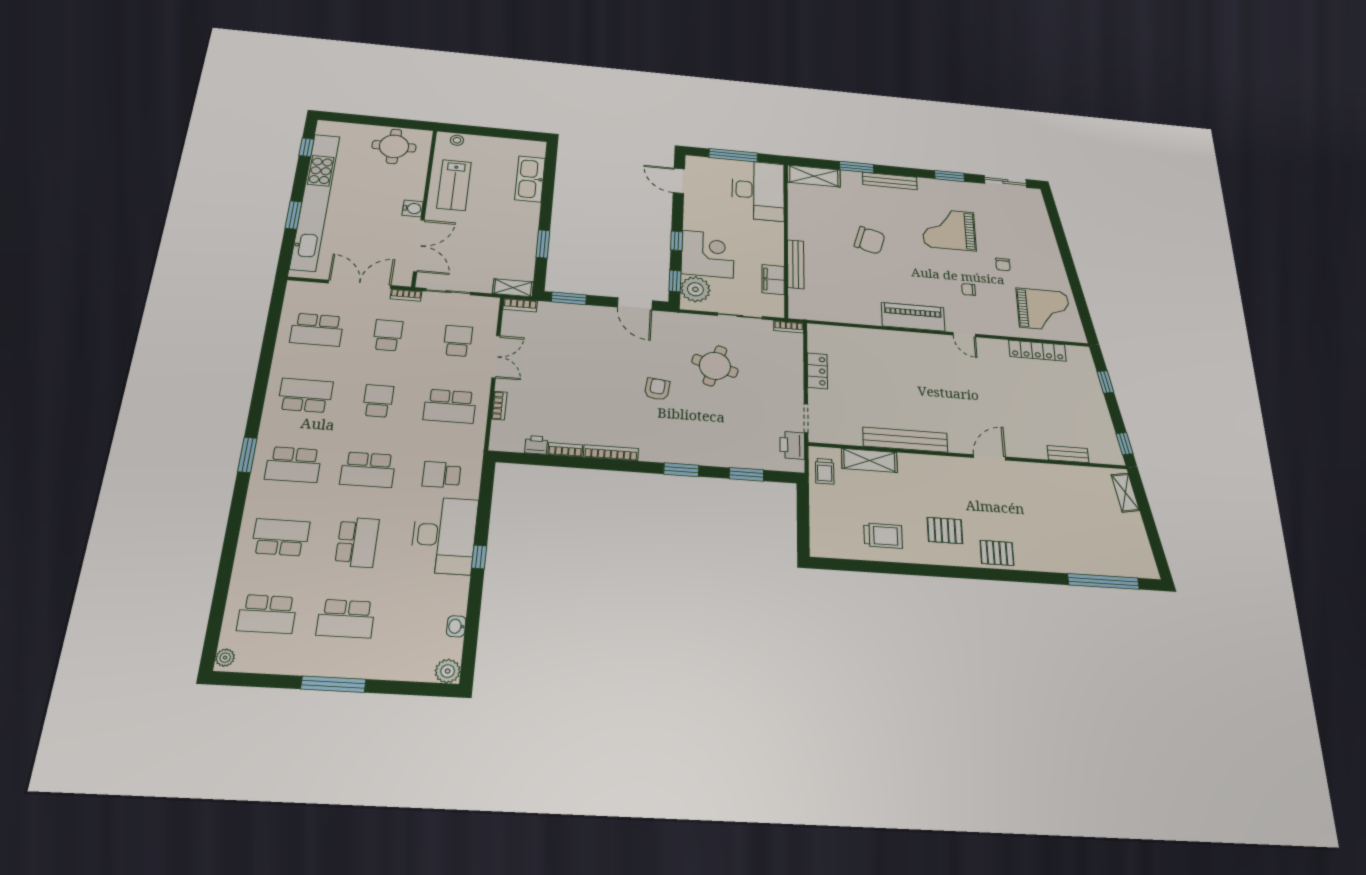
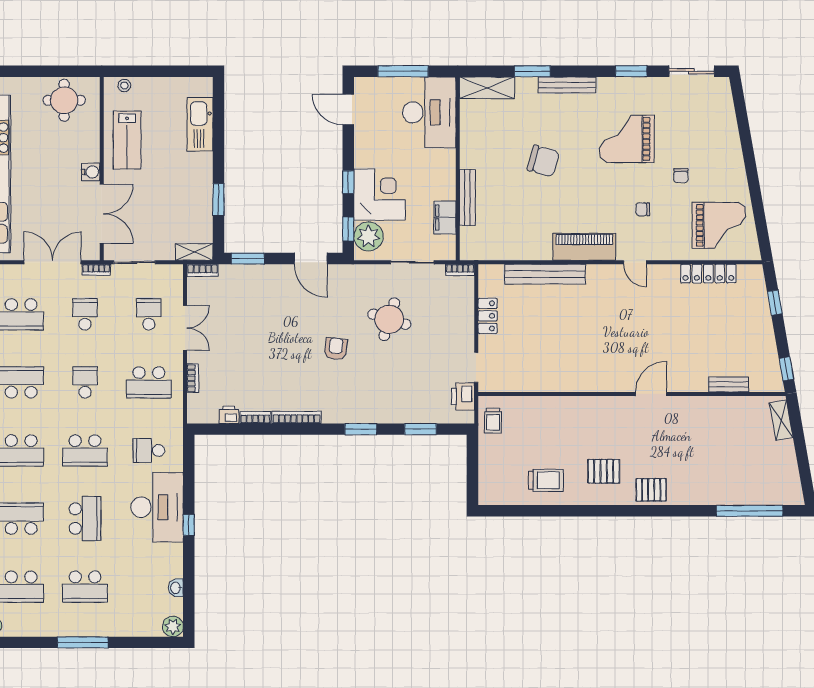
bench: (905, 440) -> (545, 274), moved
shelving: (869, 460) -> (535, 406), removed

